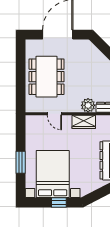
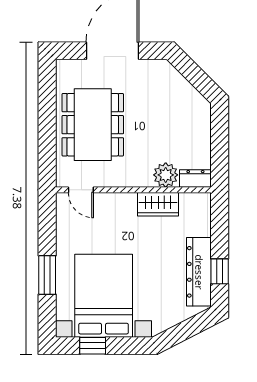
door: (54, 114) -> (81, 190), moved
window: (59, 203) -> (93, 346), moved

